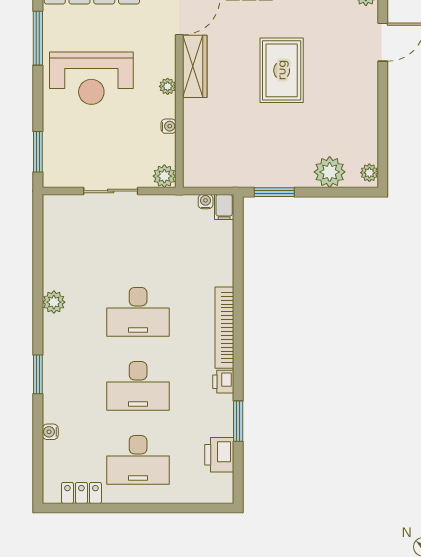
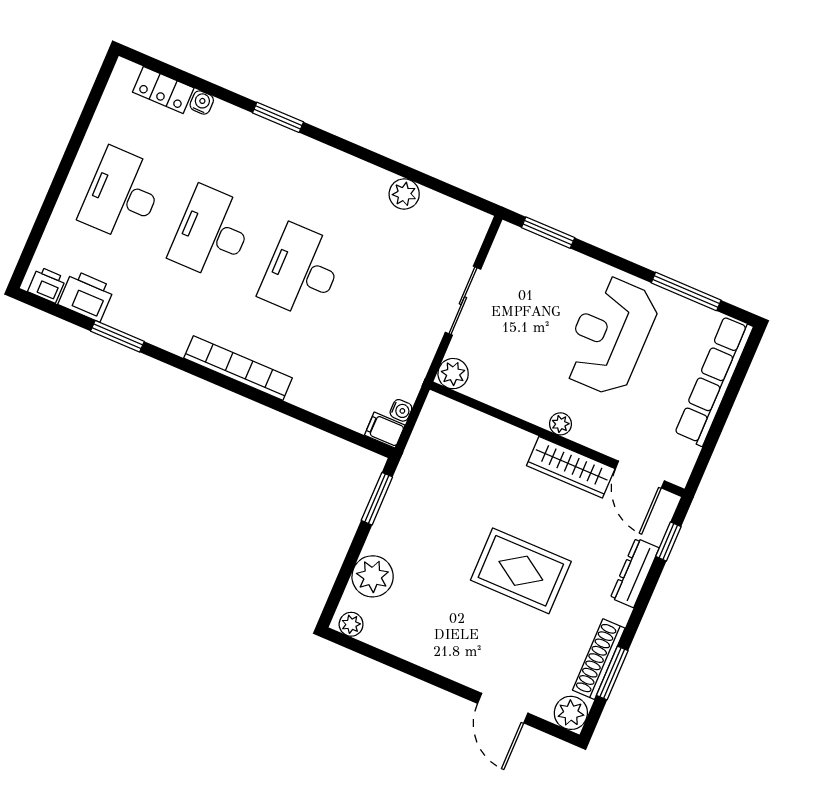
water cooler: (169, 126) -> (512, 405), removed
plant: (54, 302) -> (404, 194), moved
printer: (223, 382) -> (47, 285), moved
locker: (81, 493) -> (163, 90), moved, turned 90

